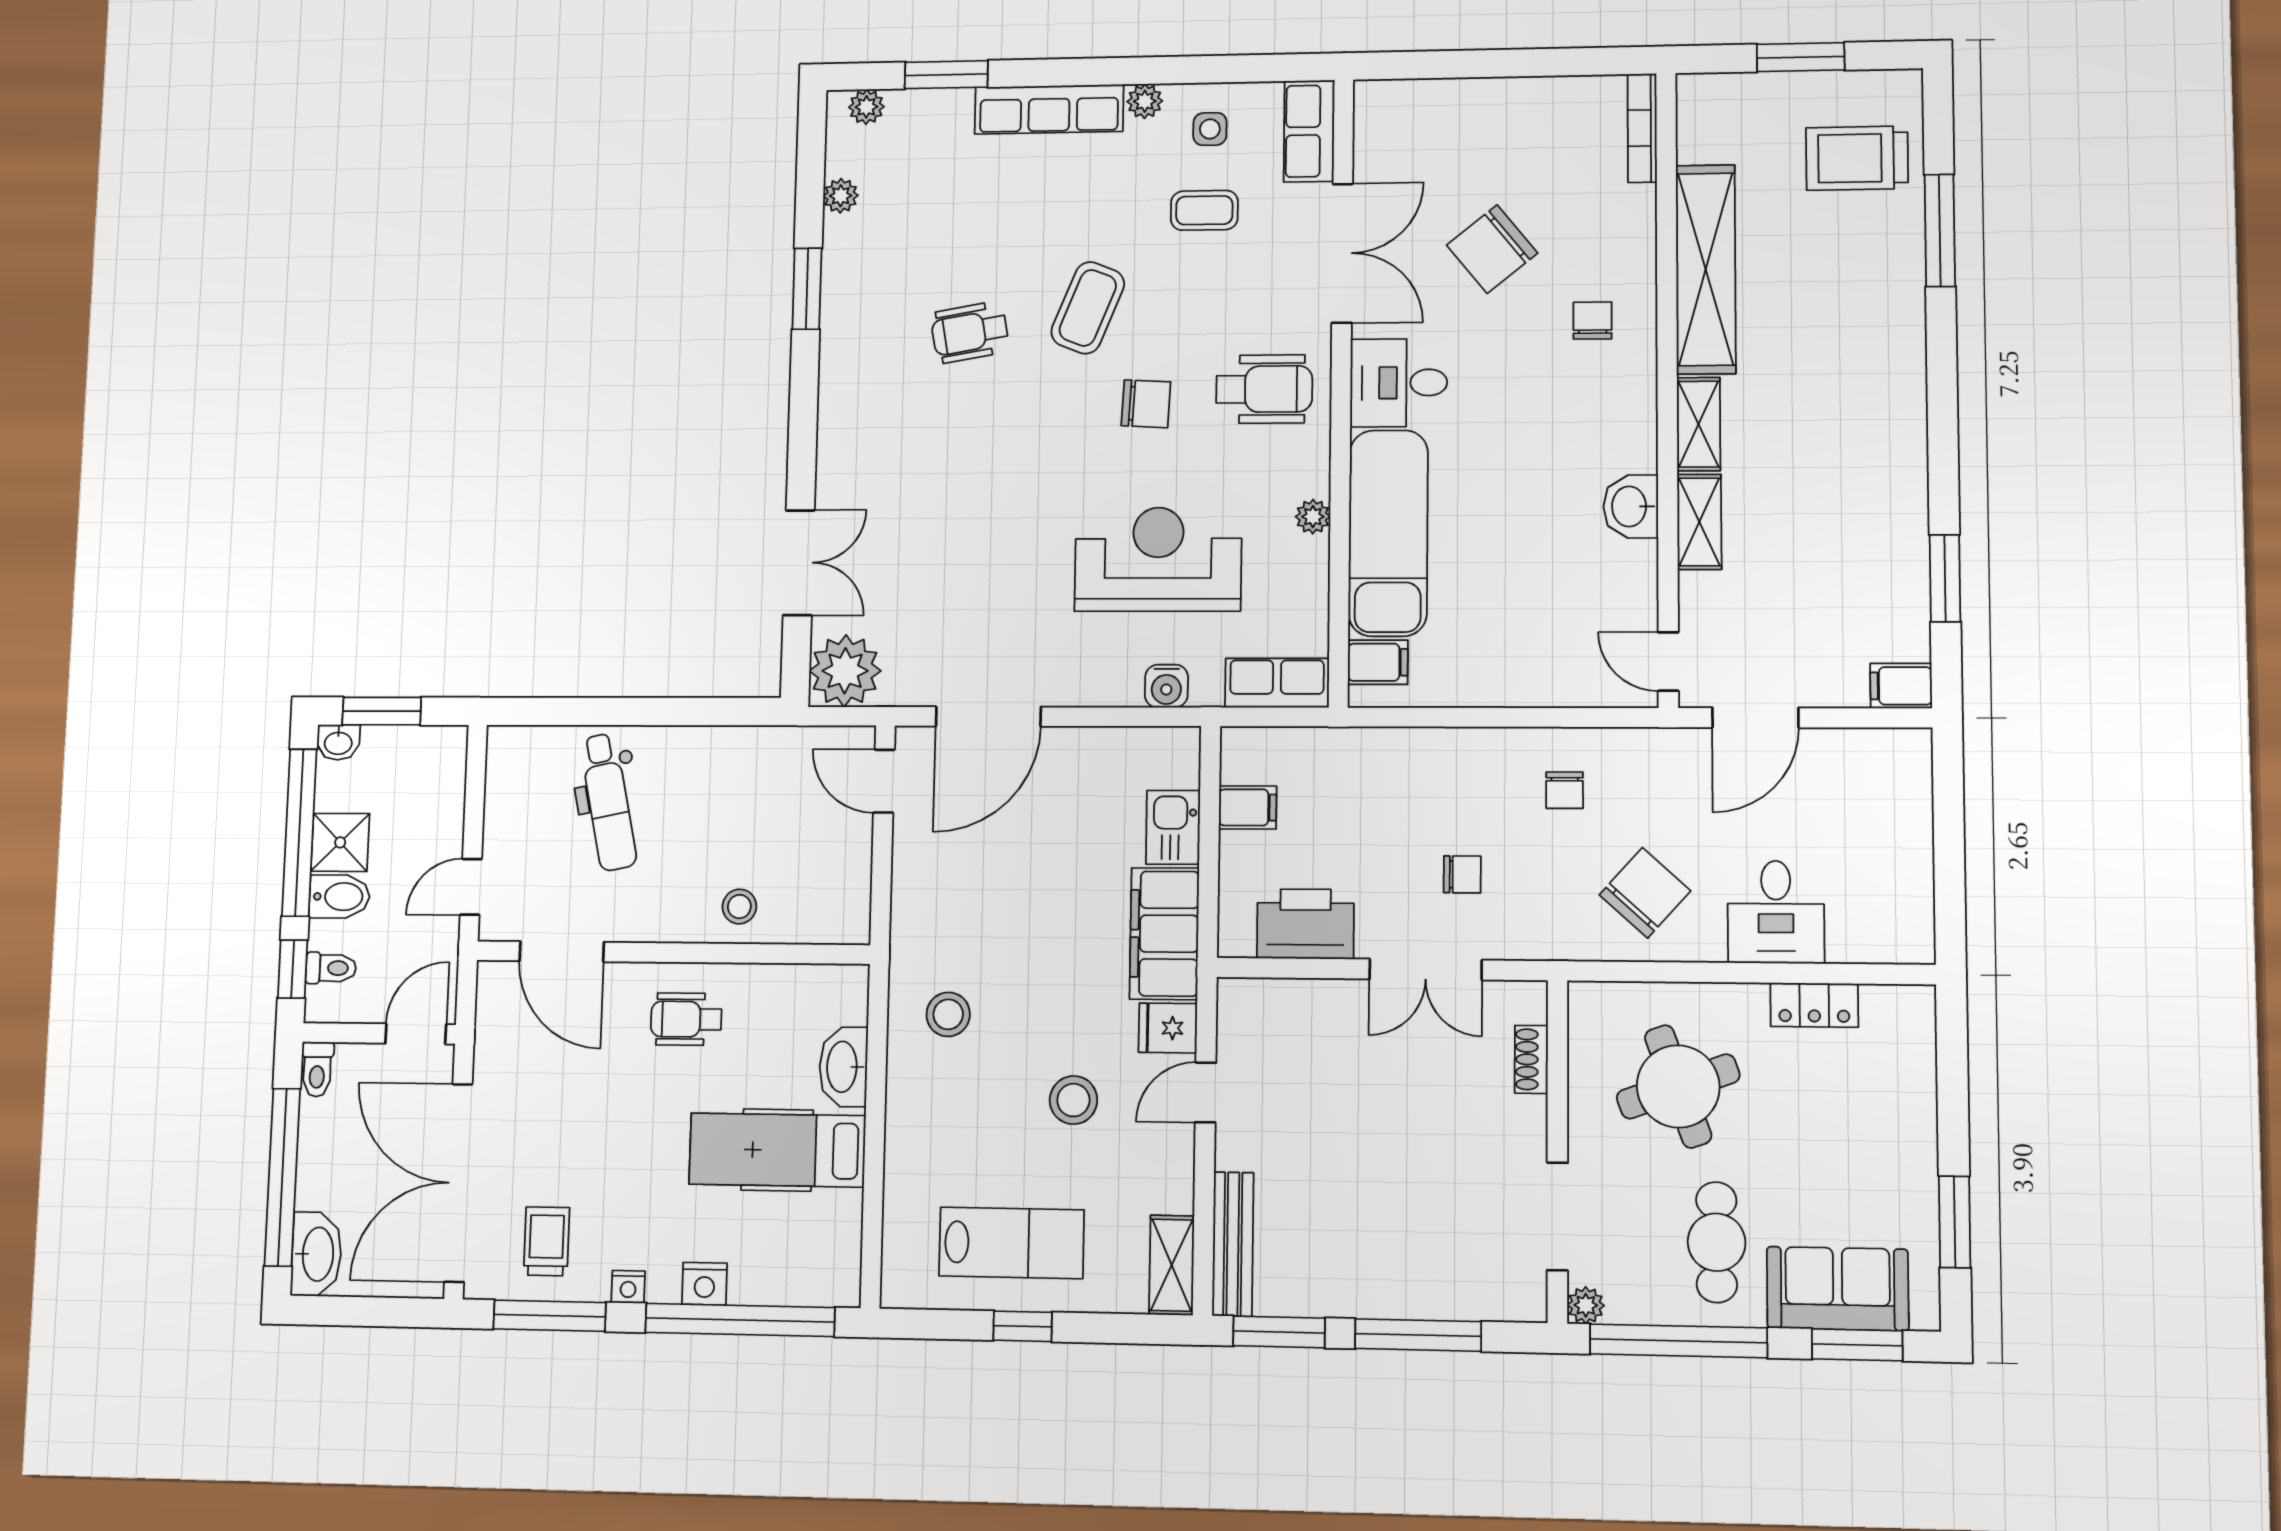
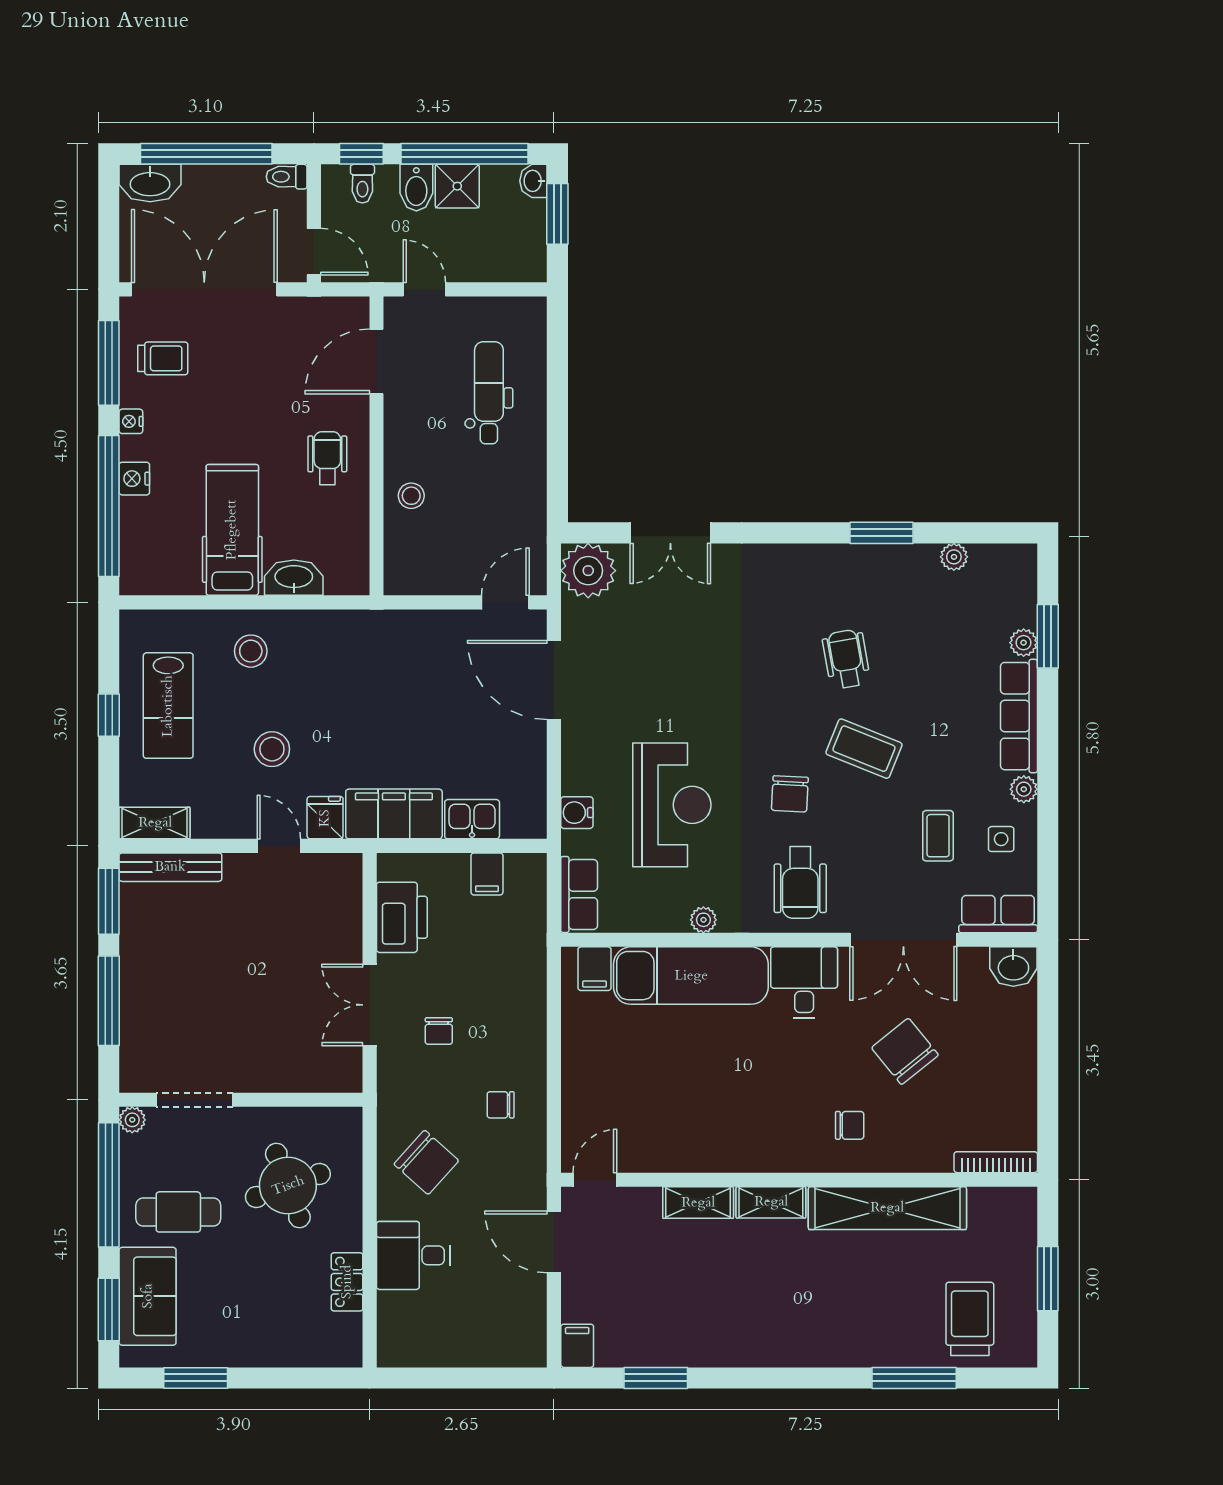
plant: (866, 107) -> (1024, 643), moved
washbasin: (1631, 506) -> (1013, 967), moved, turned 180
dental chair: (608, 802) -> (489, 393), turned 102
stool: (948, 1014) -> (251, 651), moved
shoe rack: (1531, 1059) -> (306, 1081), removed

